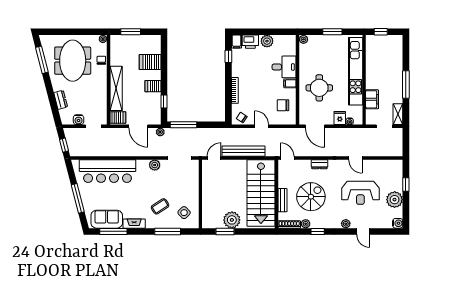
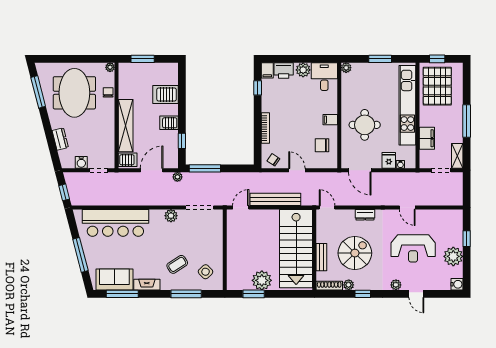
pallet: (381, 55) -> (437, 86), added
desk: (284, 67) -> (324, 77), moved, turned -90
door: (138, 126) -> (152, 170), swing flipped

